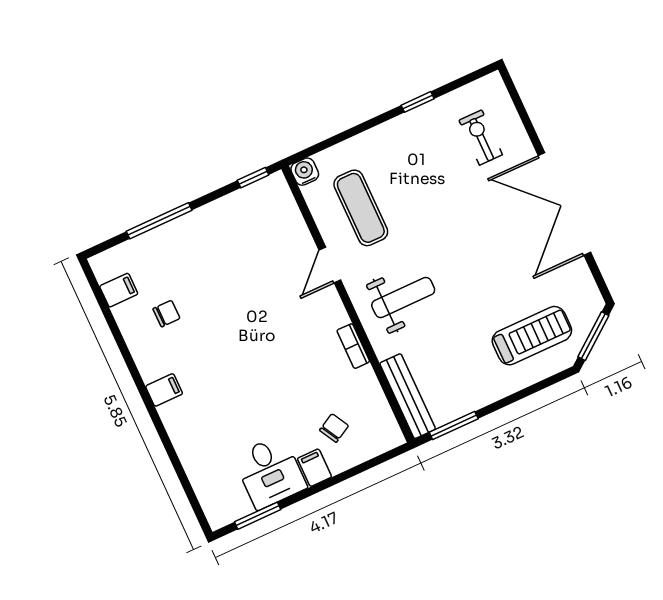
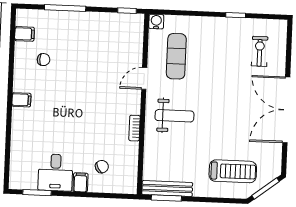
bench: (408, 396) -> (167, 189), moved, turned 90

